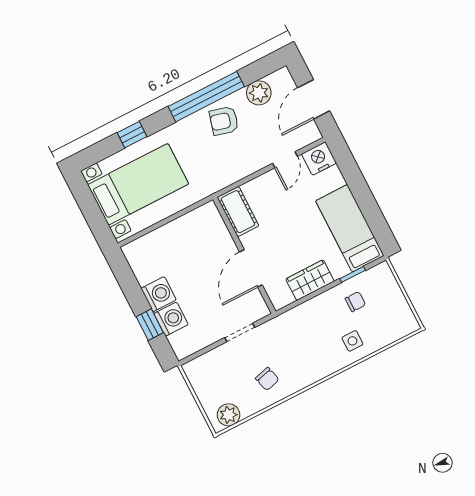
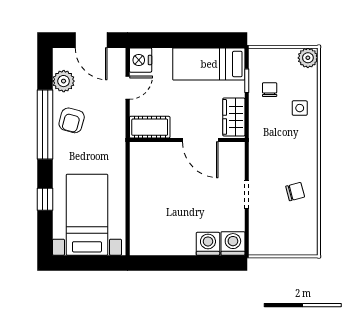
door: (285, 160) -> (128, 88), hinge flipped
cot: (238, 212) -> (150, 127), moved
wall: (244, 255) -> (187, 140), moved
door: (251, 268) -> (200, 140), moved
washing machine: (159, 294) -> (233, 243), moved
window: (150, 325) -> (204, 263), removed
plant: (228, 415) -> (308, 58), moved

